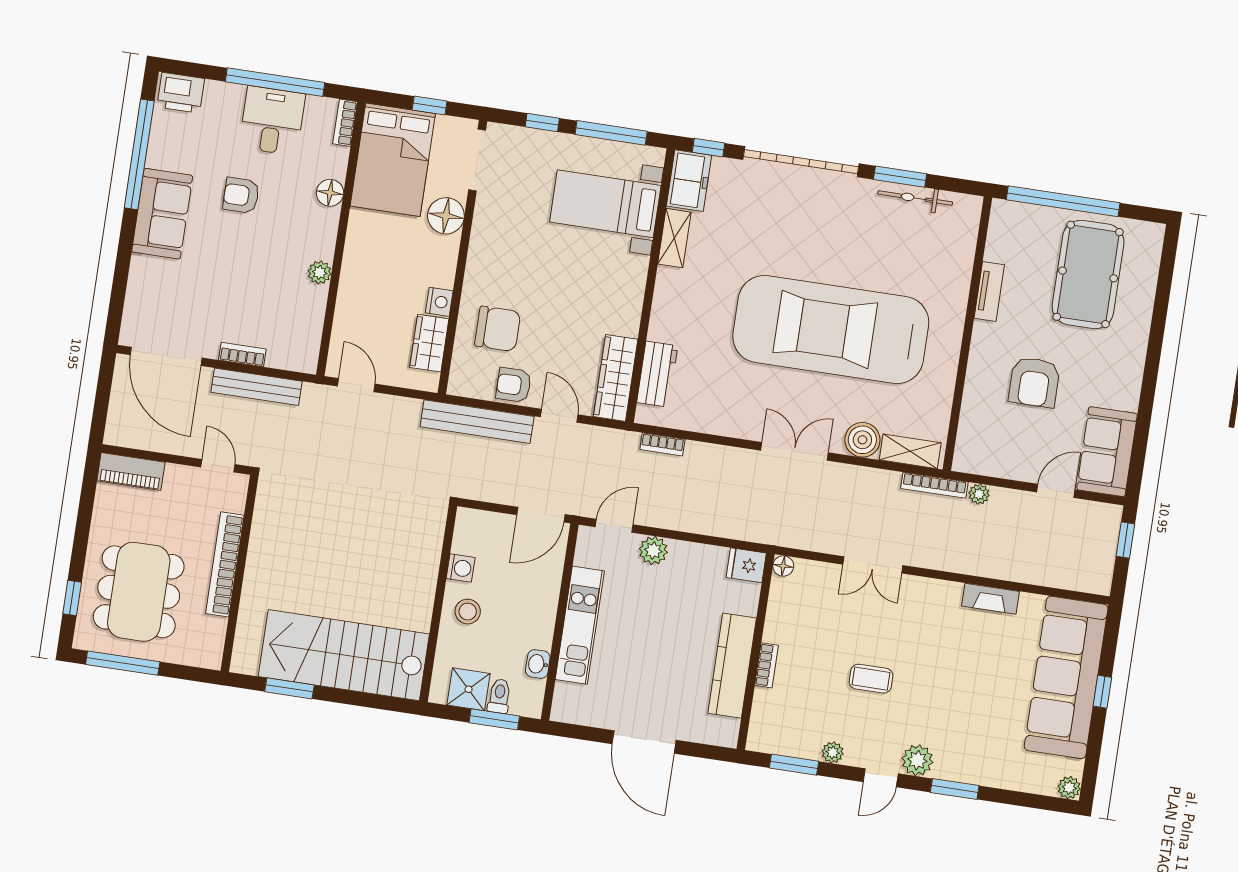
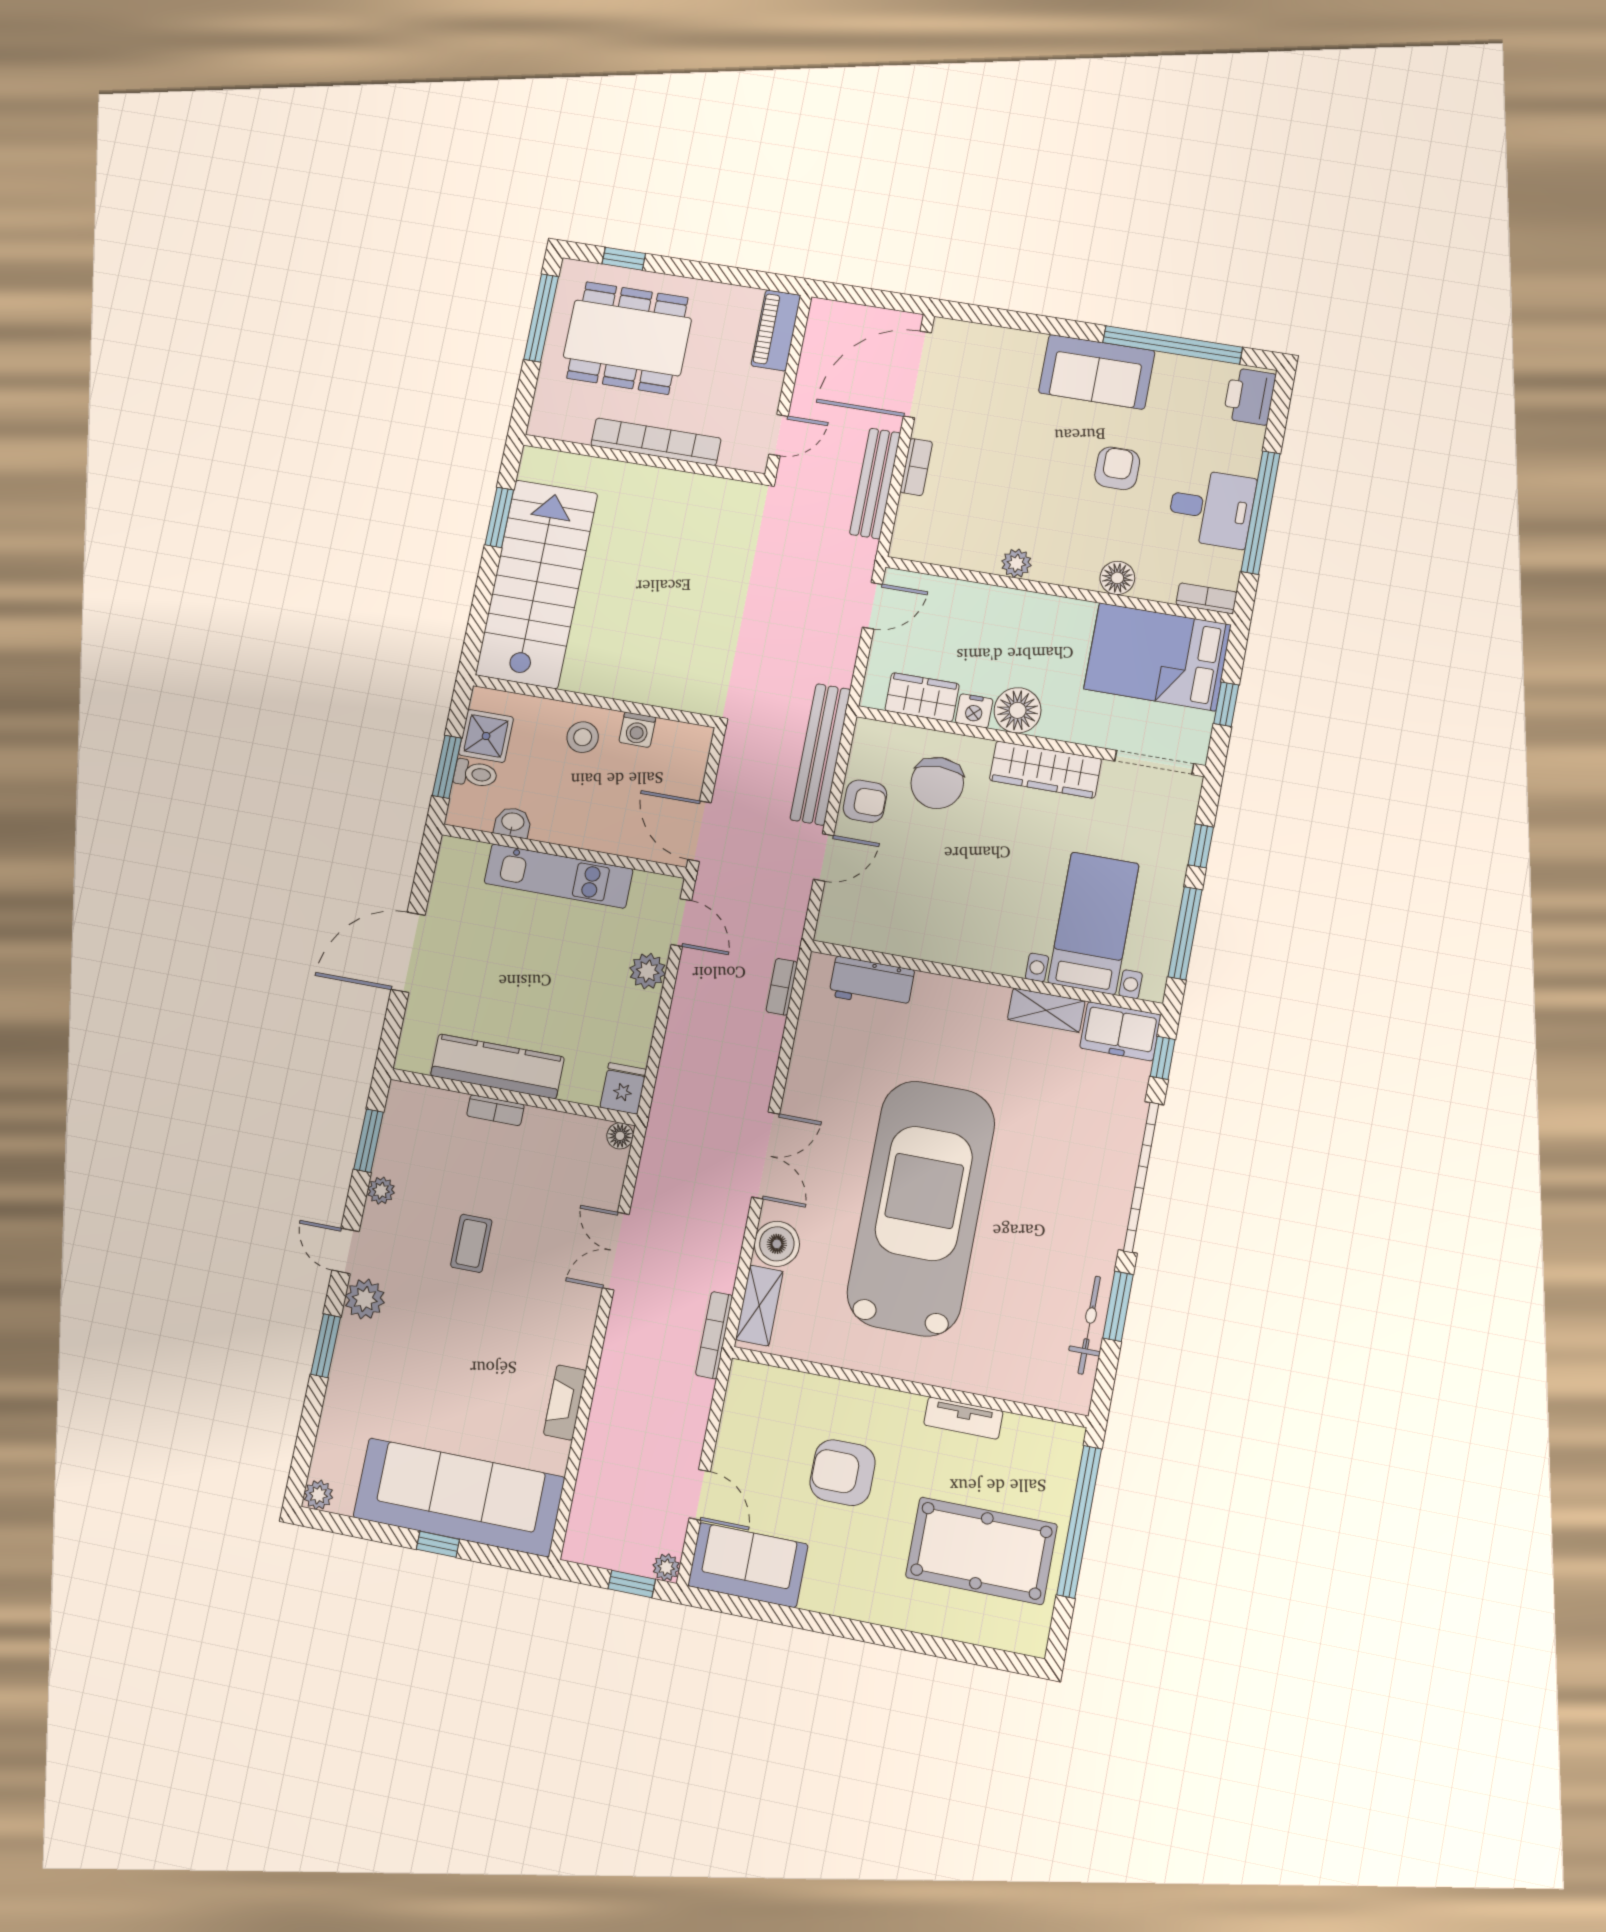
floor lamp: (446, 216) -> (1018, 710), moved
wardrobe: (616, 378) -> (1045, 770), moved, turned 180
armchair: (514, 385) -> (865, 801), turned 90
plant: (979, 494) -> (666, 1567), moved

